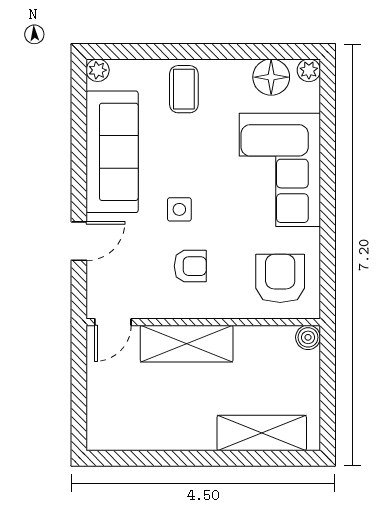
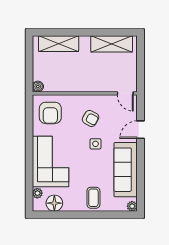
plant: (309, 70) -> (37, 193), moved
armchair: (190, 266) -> (91, 118), turned -151
door: (113, 322) -> (125, 93), swing flipped
shelving: (187, 344) -> (112, 44), moved

